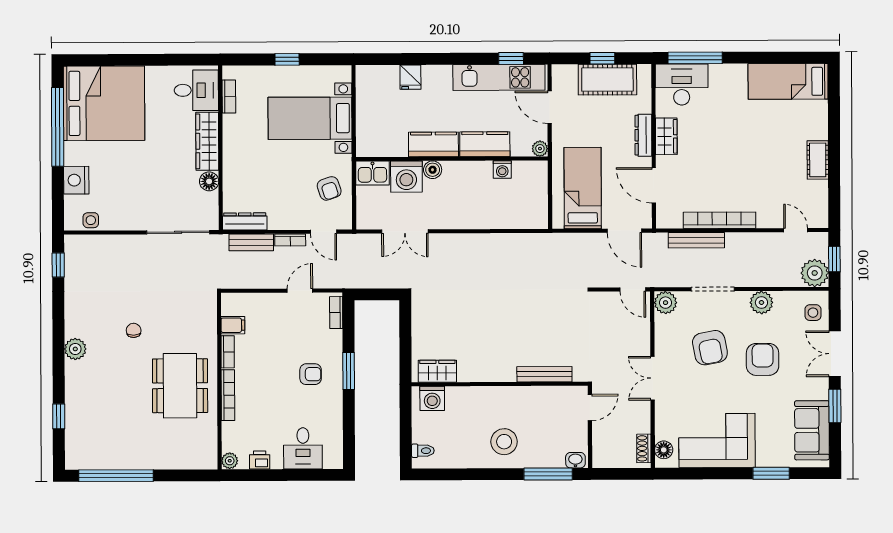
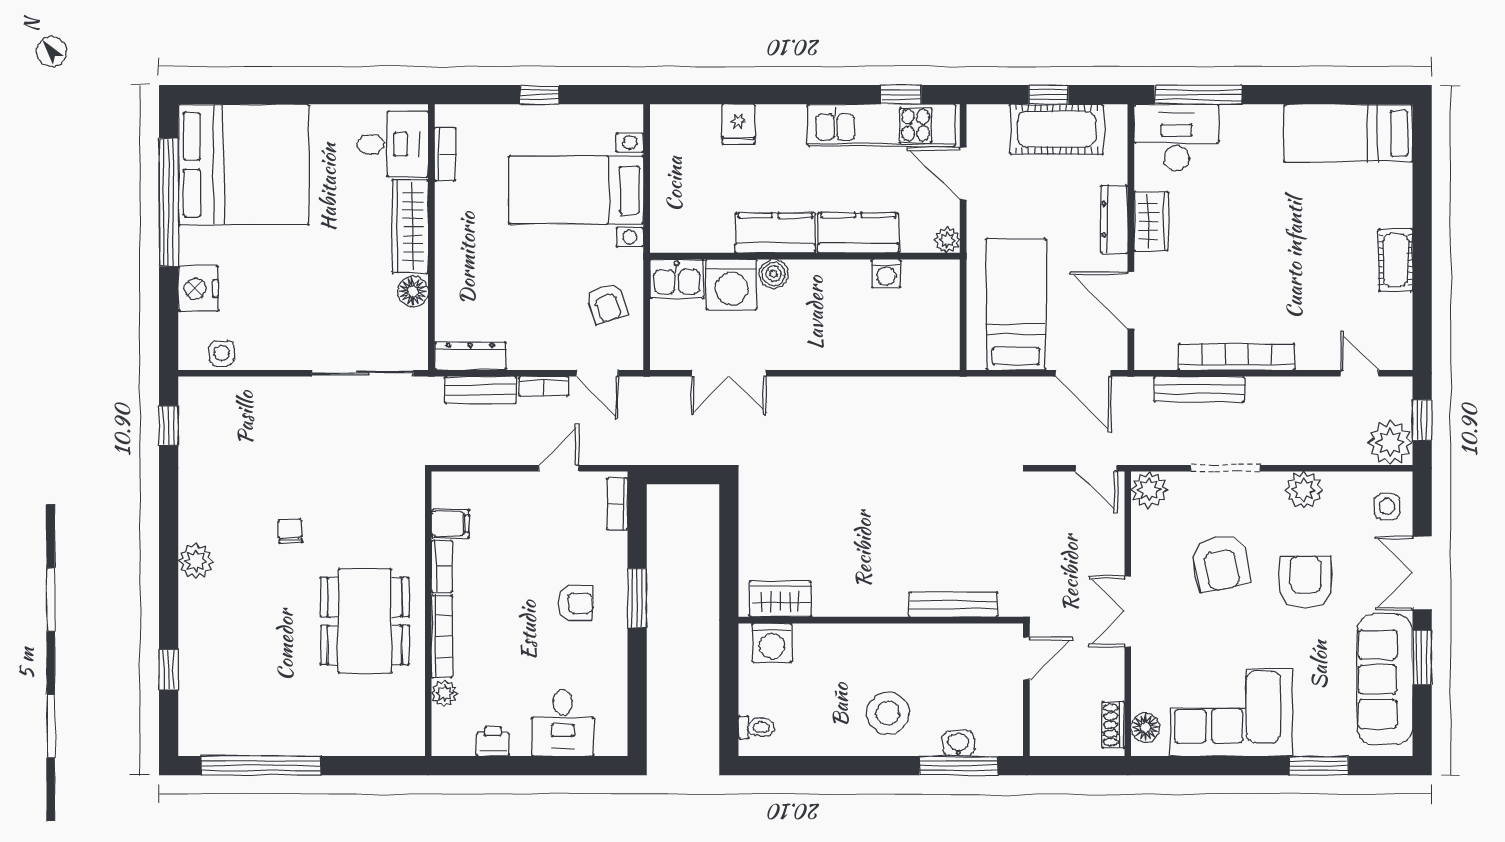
sofa: (812, 430) -> (1385, 679), width x1.36
washbasin: (575, 460) -> (958, 744), moved
plant: (230, 461) -> (445, 693), moved

